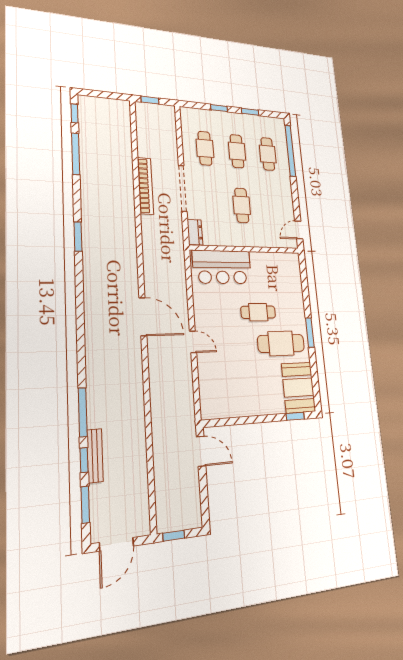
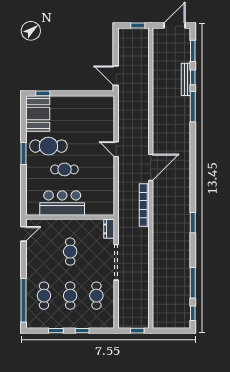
bookcase: (145, 186) -> (144, 205), moved
bar counter: (222, 267) -> (62, 203), moved
door: (143, 317) -> (151, 167), swing flipped

